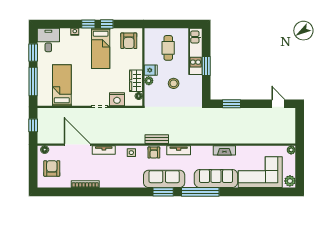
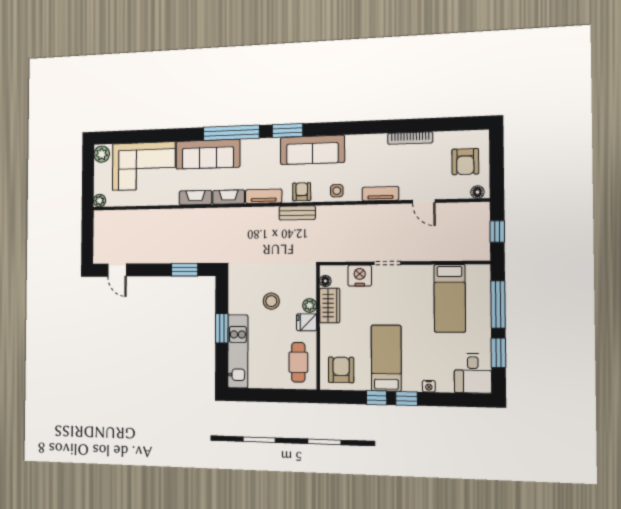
cafe table: (168, 48) -> (298, 362), moved
door: (77, 145) -> (424, 201), width x0.53
fireplace: (202, 150) -> (229, 197), added
sofa: (164, 179) -> (312, 150), moved

